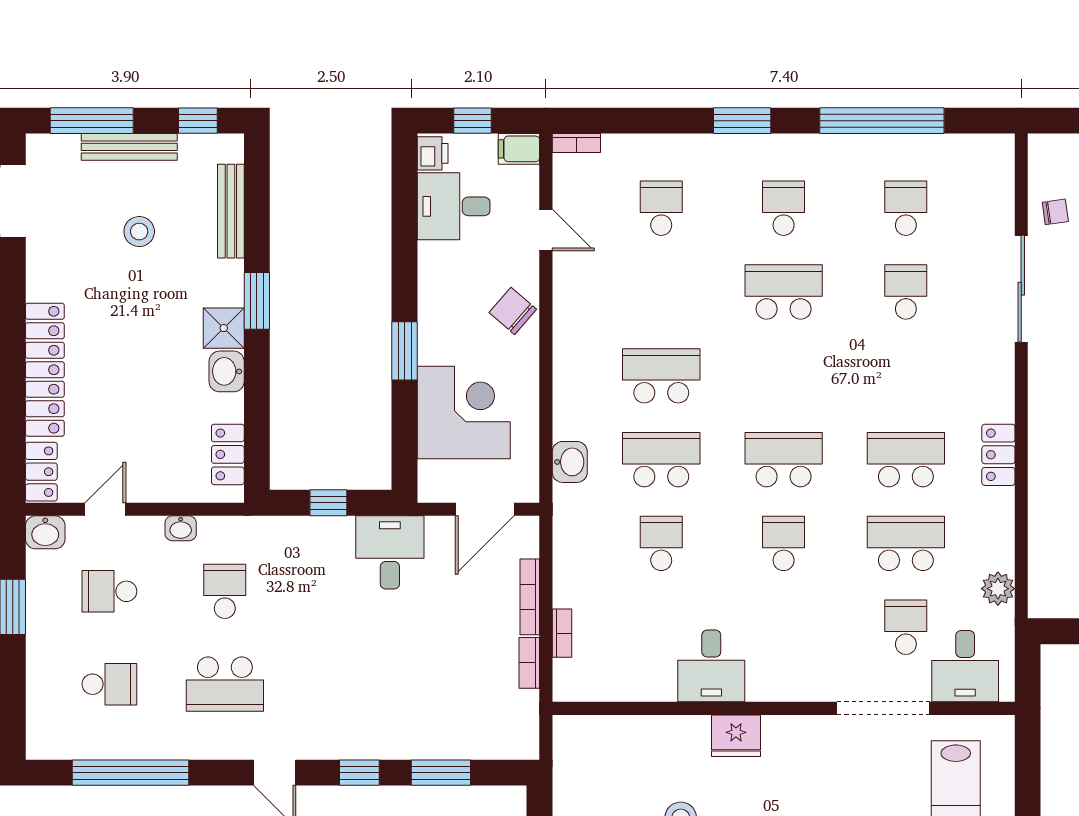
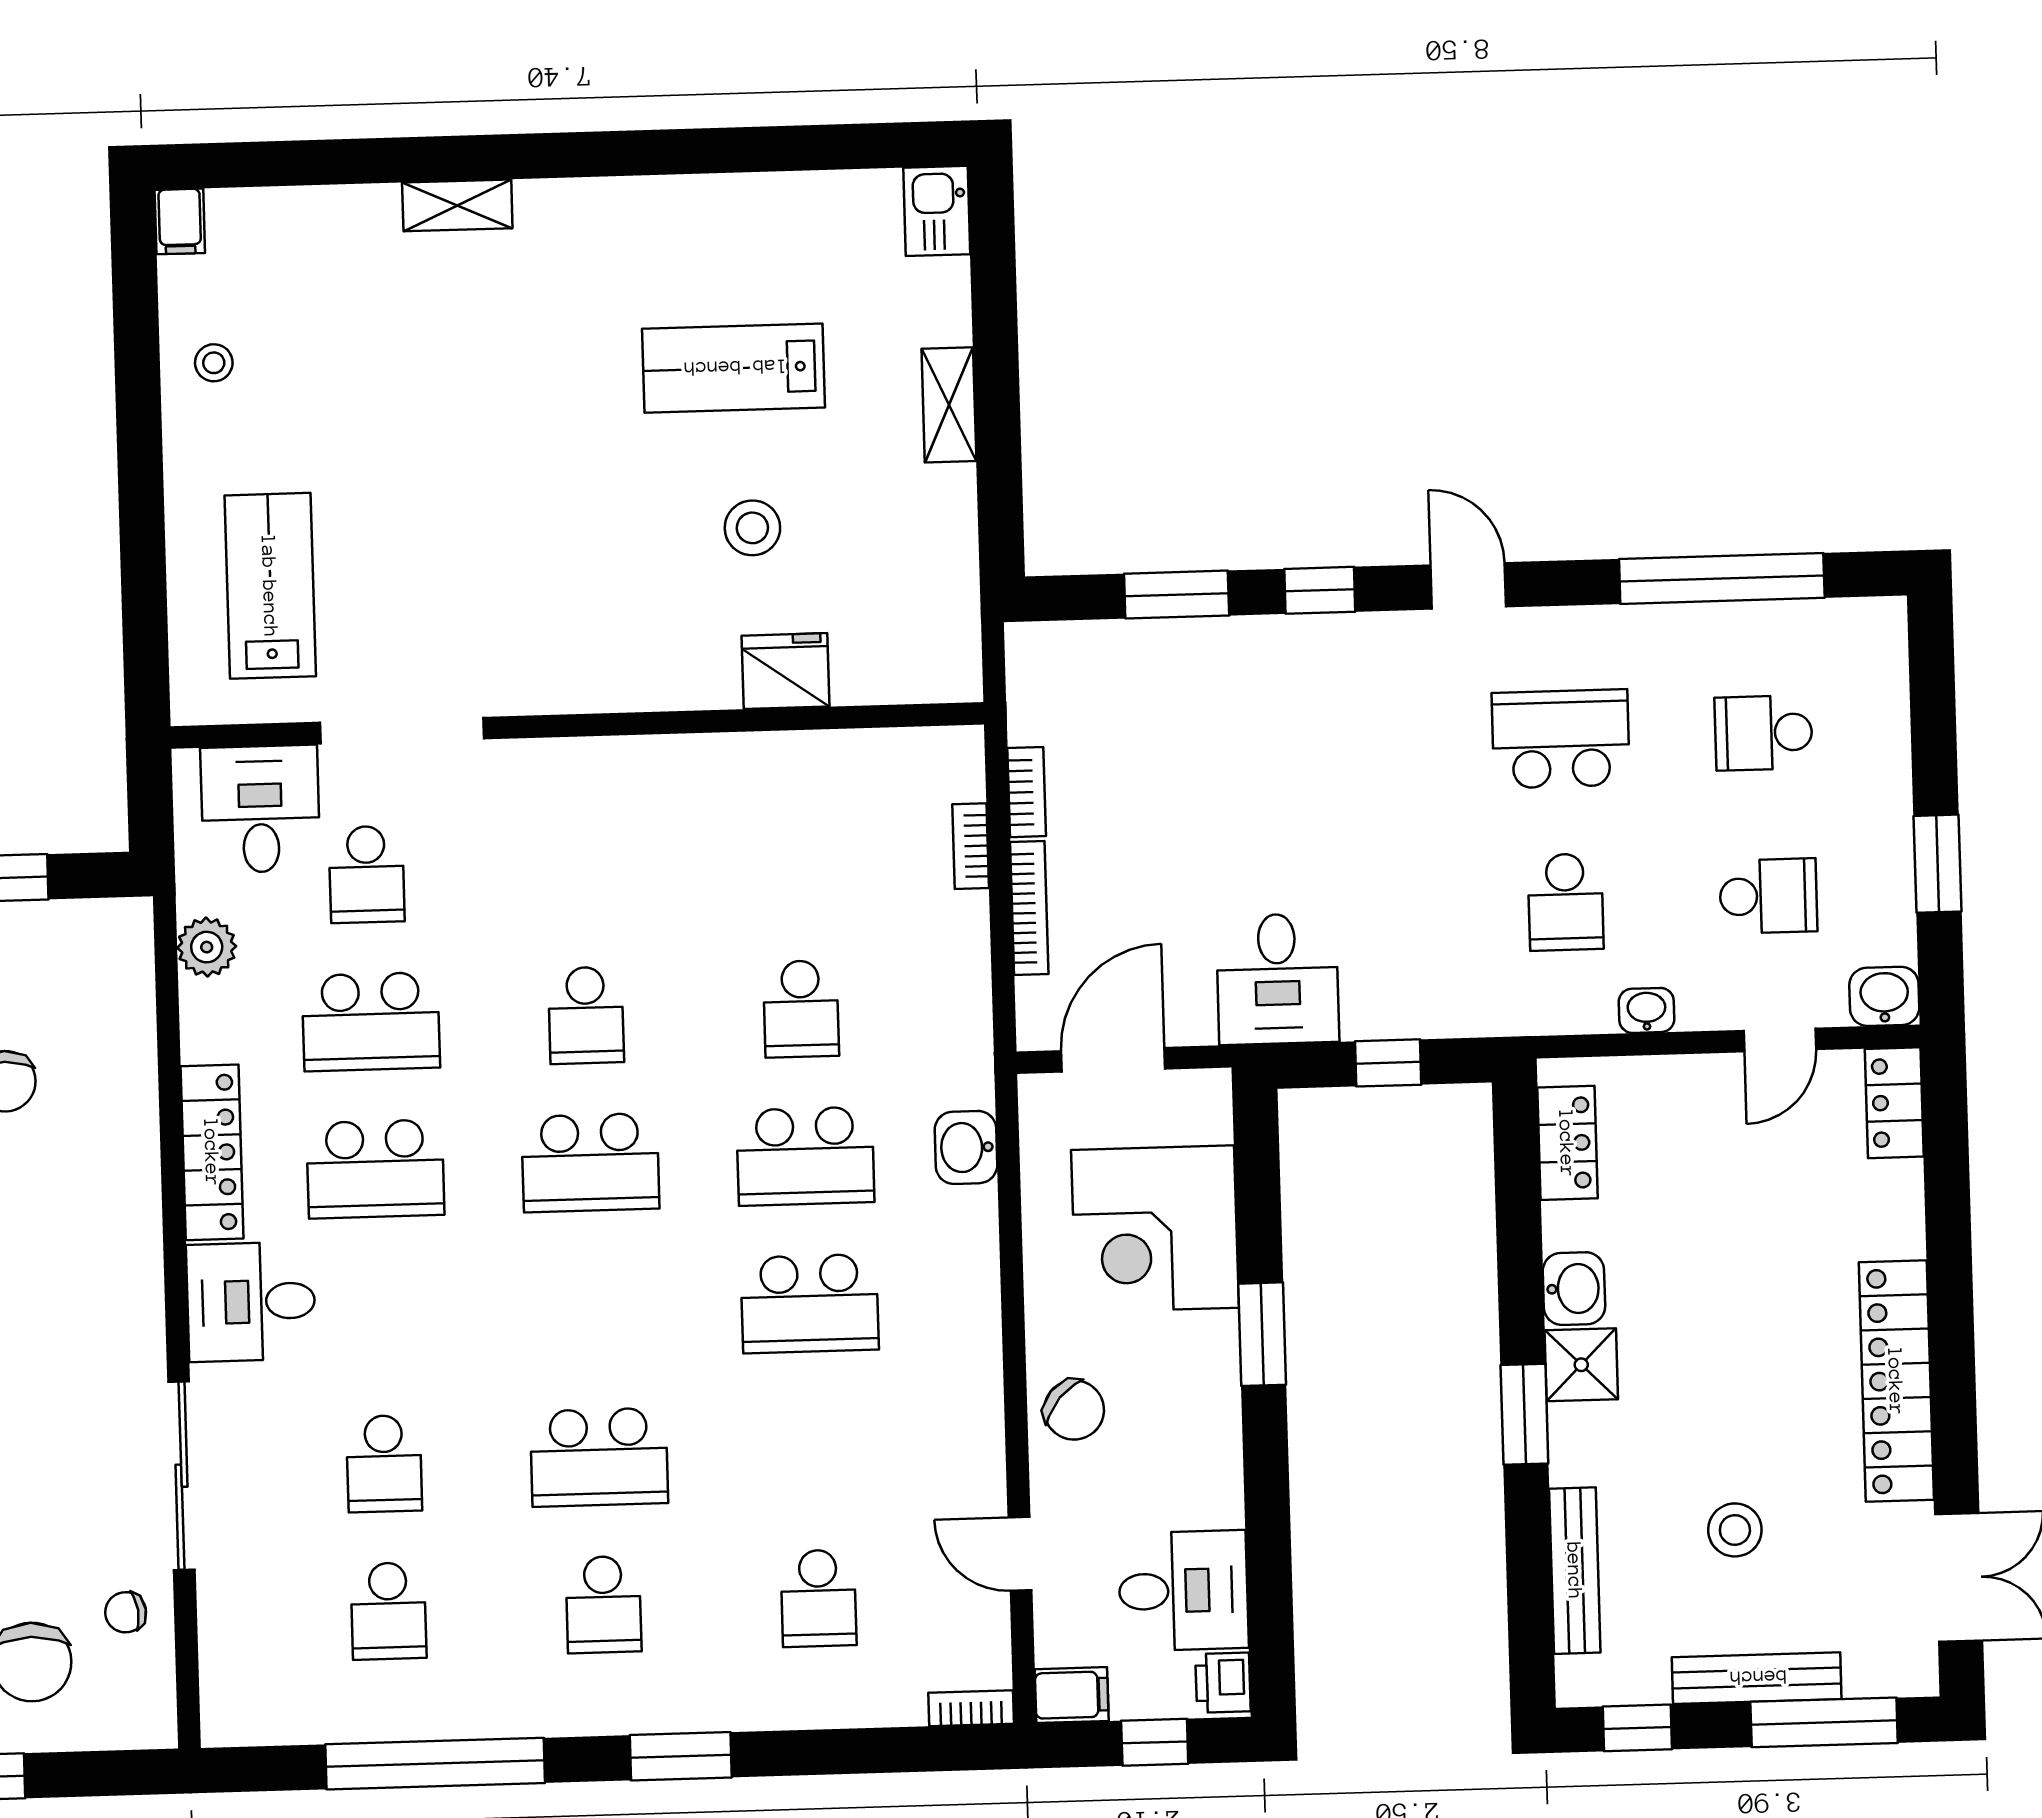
locker: (45, 370) -> (1896, 1381), moved
locker: (998, 455) -> (212, 1152), width x1.53
desk: (711, 666) -> (251, 1302), moved, turned -90
fridge: (736, 736) -> (785, 671), moved

